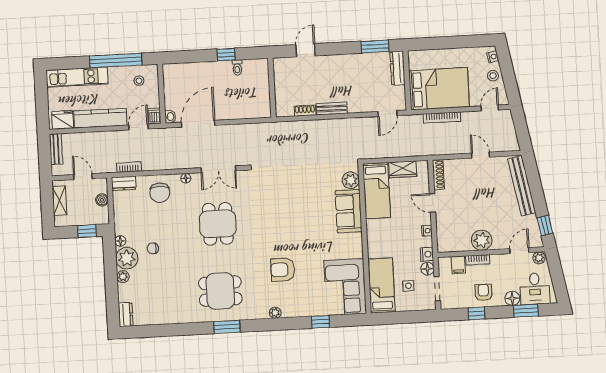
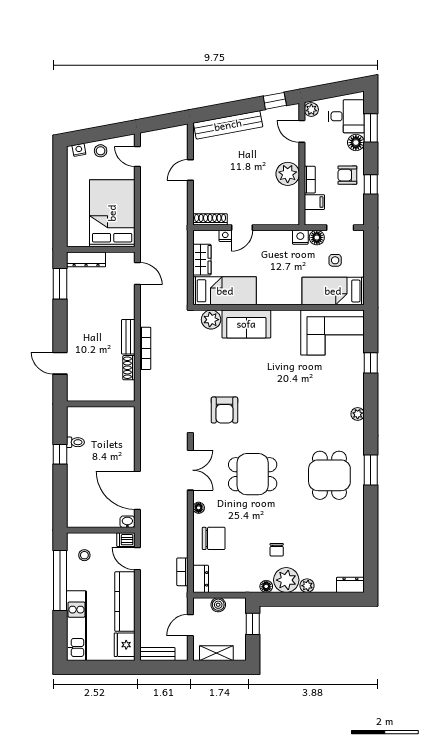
bookcase: (442, 118) -> (145, 348), moved
nightstand: (427, 231) -> (225, 236), moved
armchair: (283, 270) -> (224, 410), moved

